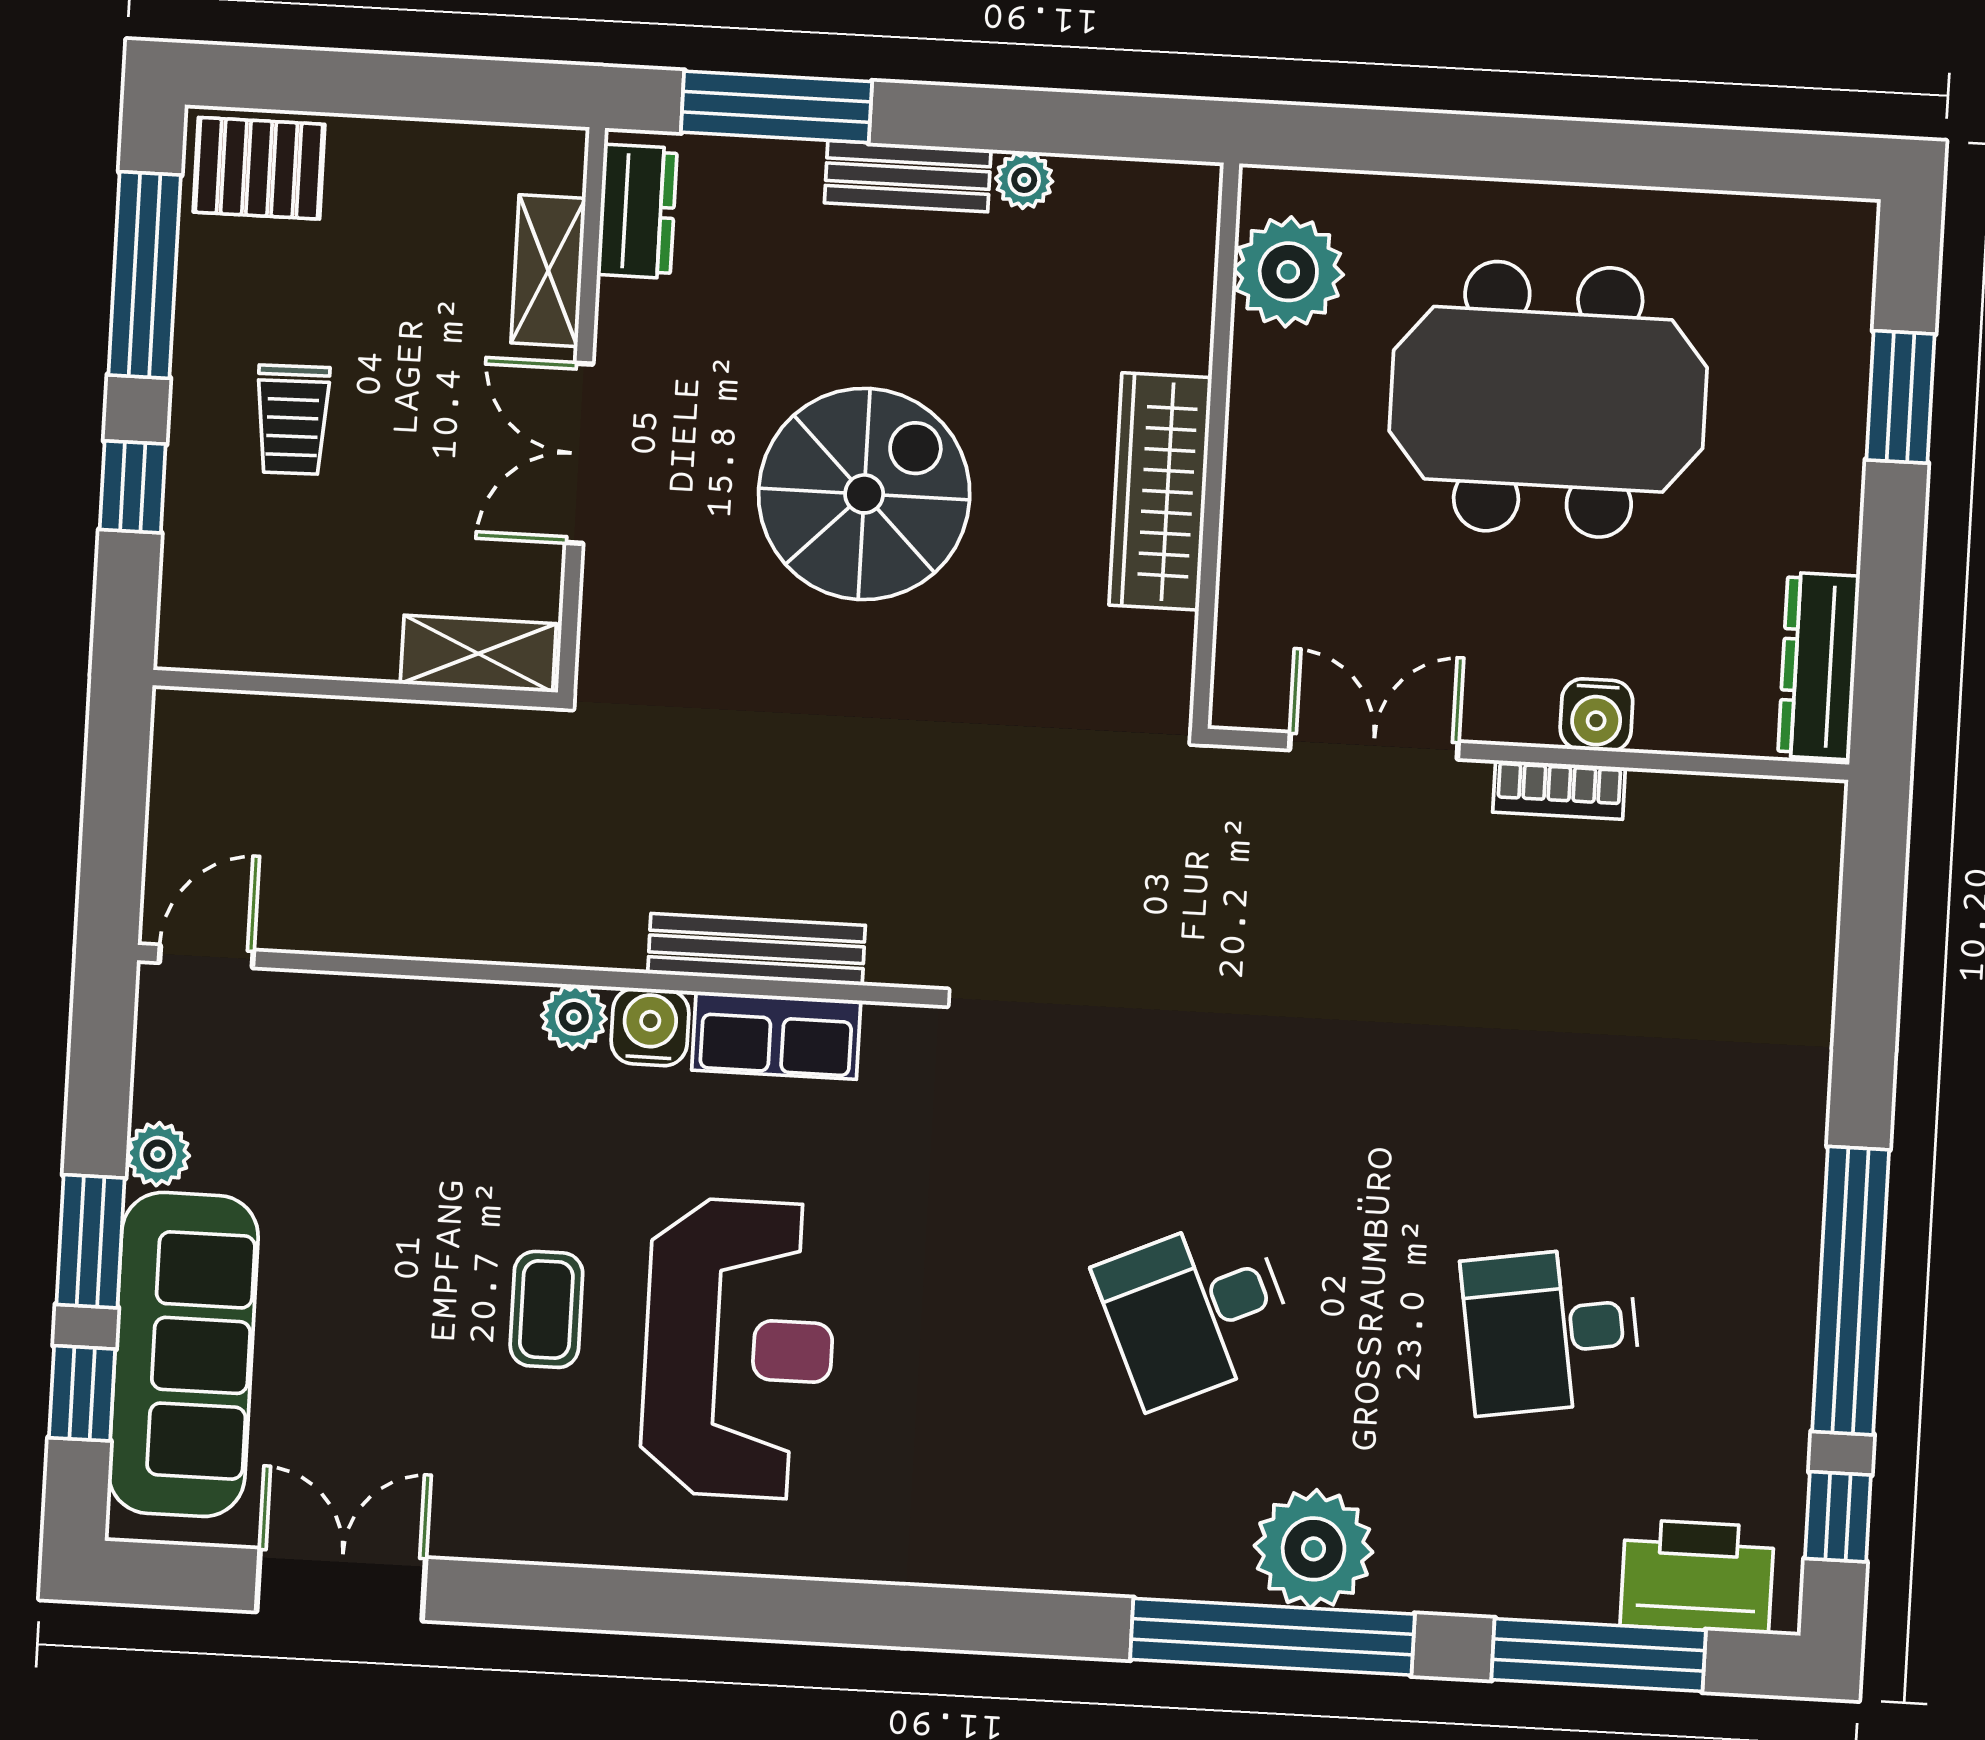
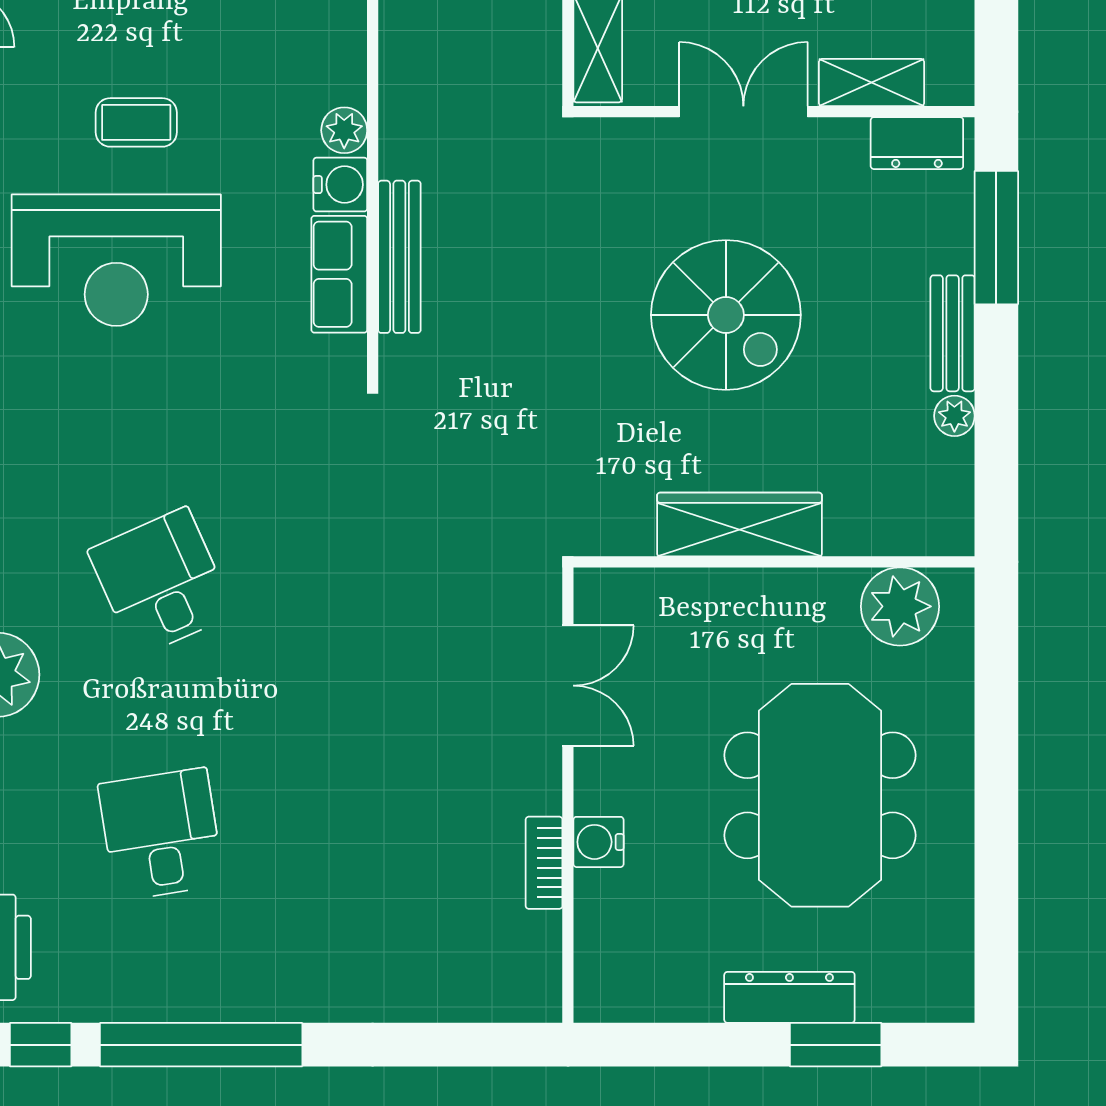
dresser: (1819, 666) -> (789, 997), moved
bookcase: (1559, 790) -> (544, 863), moved

